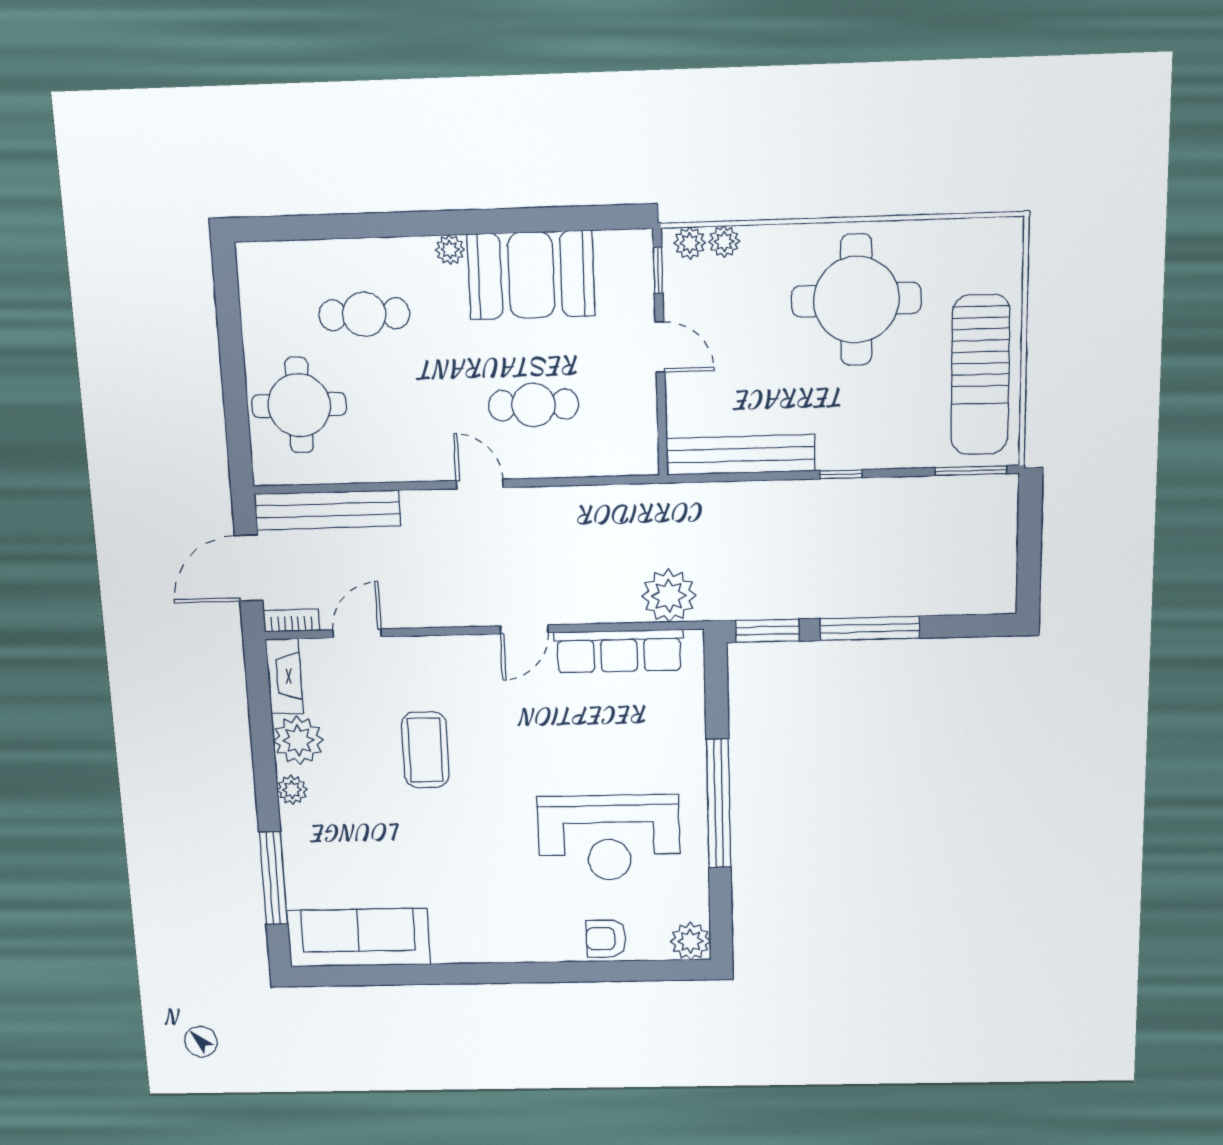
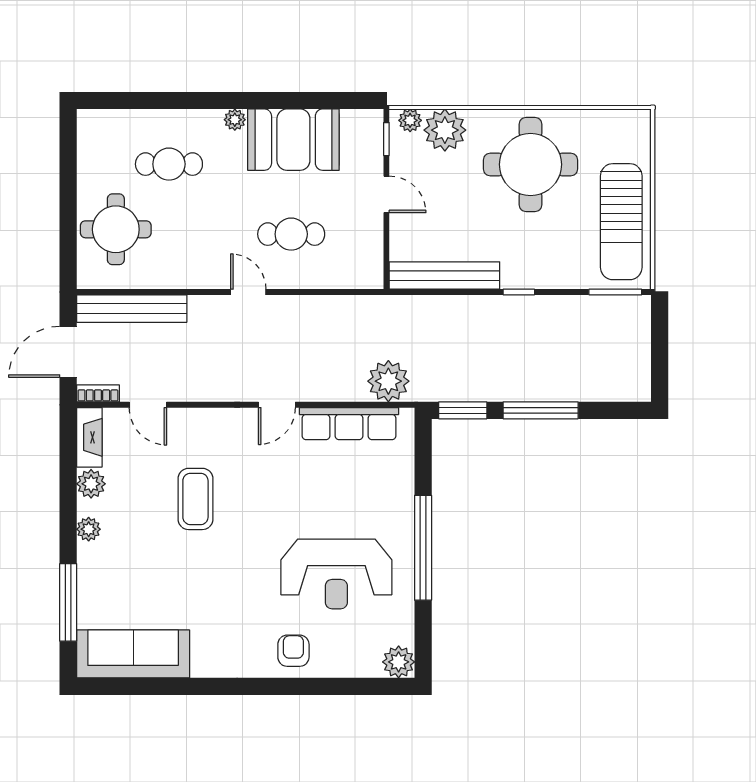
plant: (724, 242) -> (445, 130), width x1.87, depth x1.87
door: (357, 633) -> (148, 405), swing flipped
plant: (298, 740) -> (91, 484), width x0.73, depth x0.73
armchair: (606, 939) -> (293, 651), moved, turned 90

